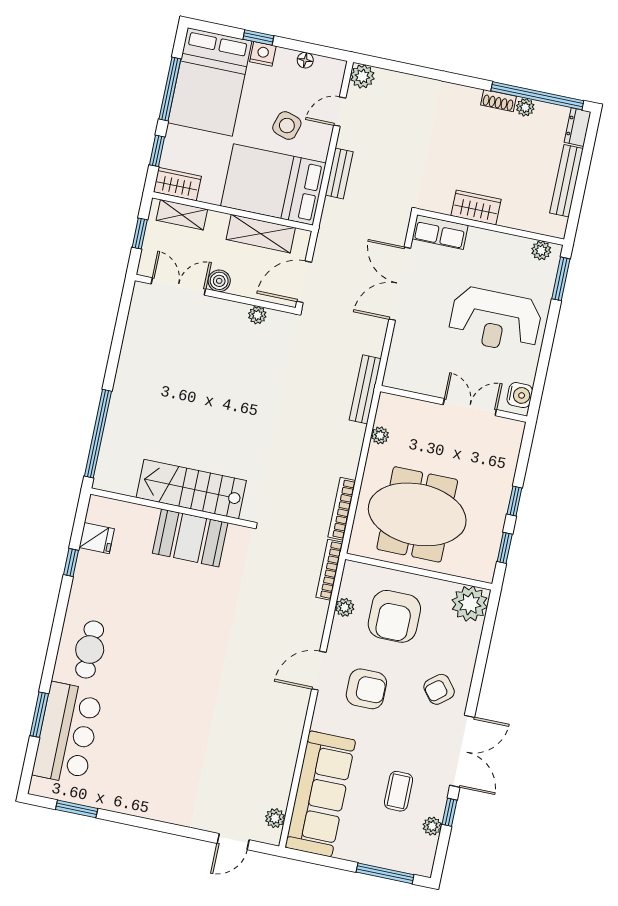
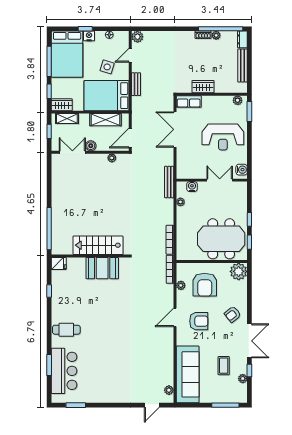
water cooler: (410, 409) -> (192, 187), added
meeting table: (417, 514) -> (221, 239), moved
fridge: (97, 538) -> (59, 263), moved
cafe table: (90, 650) -> (66, 330), turned 90

